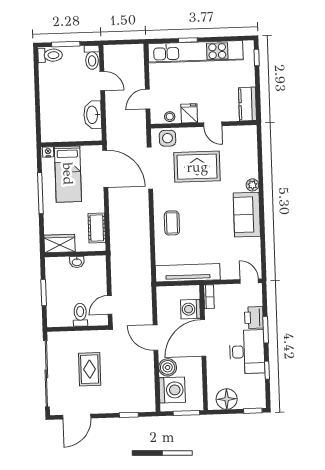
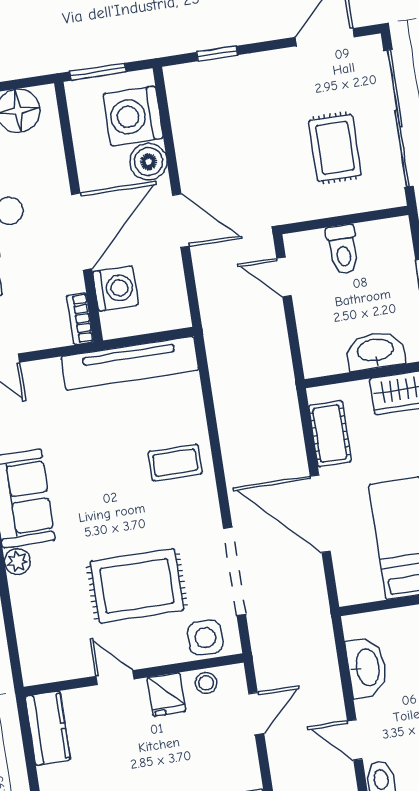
door: (105, 169) -> (320, 514), moved
coffee table: (172, 223) -> (175, 463), turned 90
washbasin: (77, 262) -> (375, 351), width x1.91, depth x1.45
door: (110, 305) -> (284, 277), swing flipped
rug: (90, 369) -> (335, 148), moved

